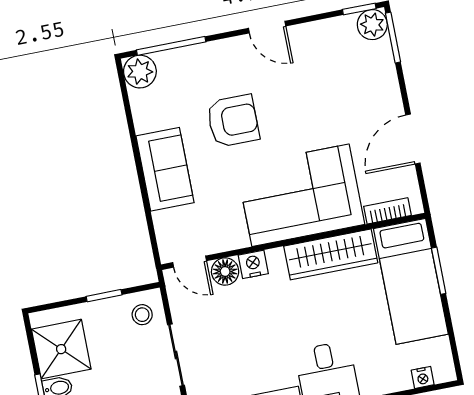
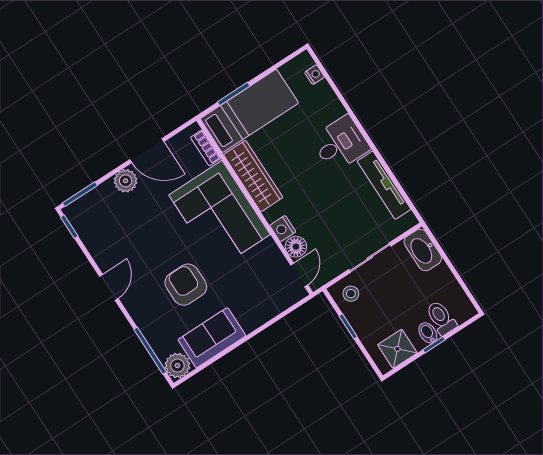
plant: (372, 25) -> (126, 181), moved
sofa: (165, 169) -> (212, 338), moved
shower: (61, 349) -> (397, 349), width x0.73, depth x0.73

